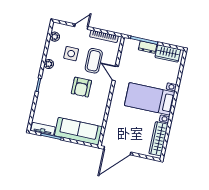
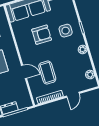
side table: (71, 54) -> (66, 31), moved
armchair: (81, 87) -> (42, 35), moved, turned 90

